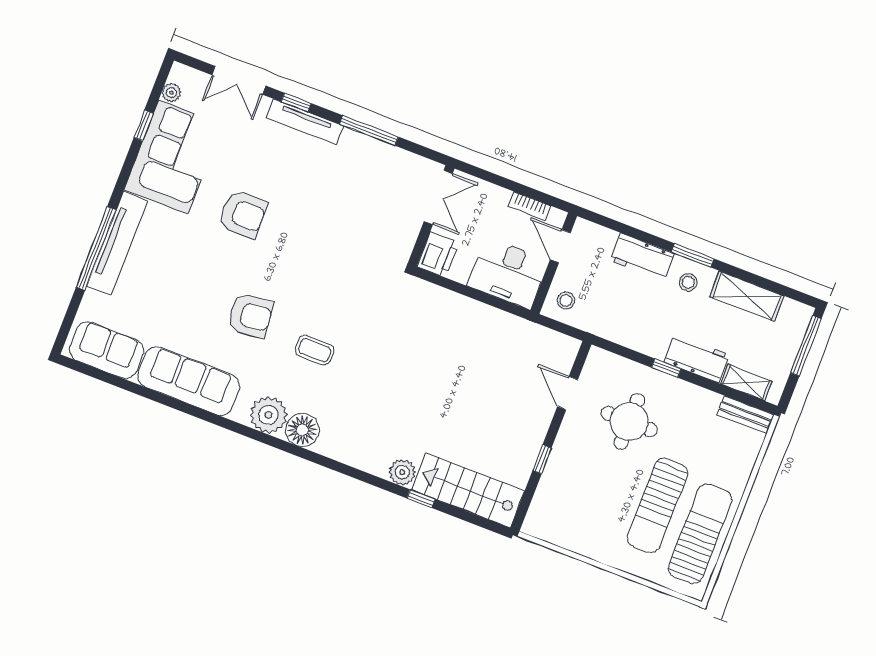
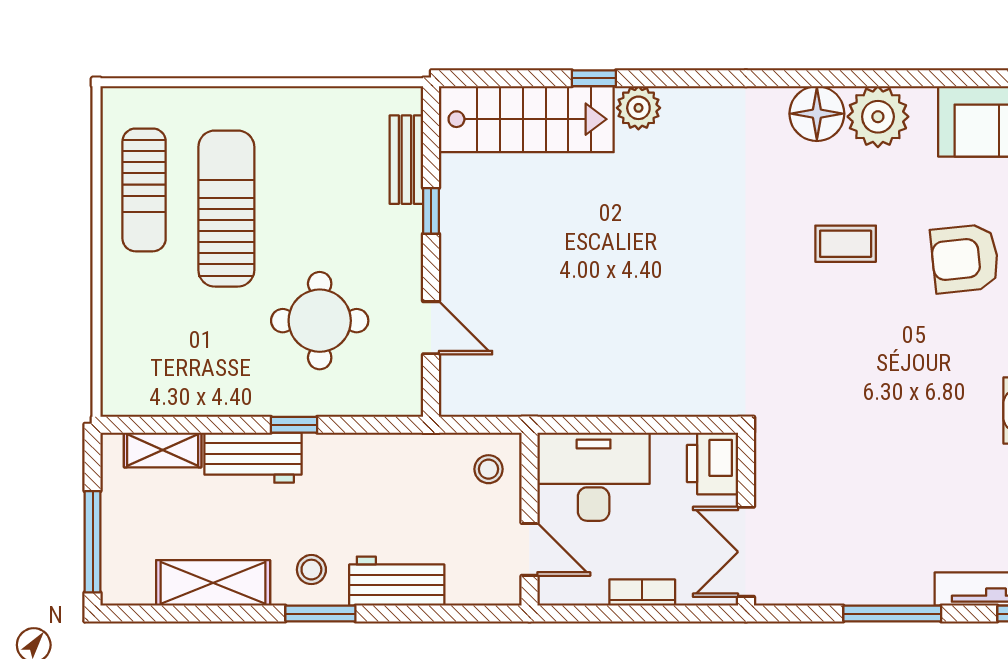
bookcase: (530, 206) -> (642, 593), moved
bench: (746, 415) -> (406, 160), moved, turned 90
sun lounger: (700, 534) -> (144, 190), width x0.73, depth x0.75

